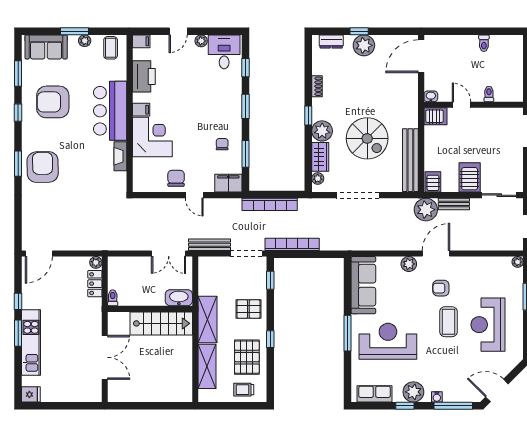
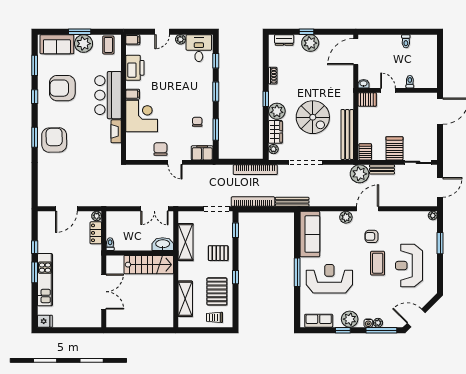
plant: (85, 41) -> (84, 44), width x1.88, depth x1.88
bookcase: (270, 204) -> (255, 170), moved
bench: (209, 245) -> (292, 202), moved
door: (39, 253) -> (66, 209), moved
shelving: (207, 320) -> (186, 242), moved
plant: (449, 396) -> (378, 323), added

